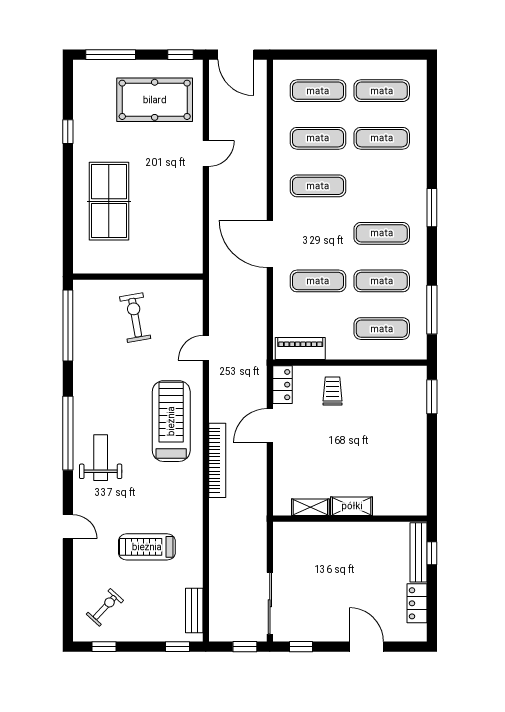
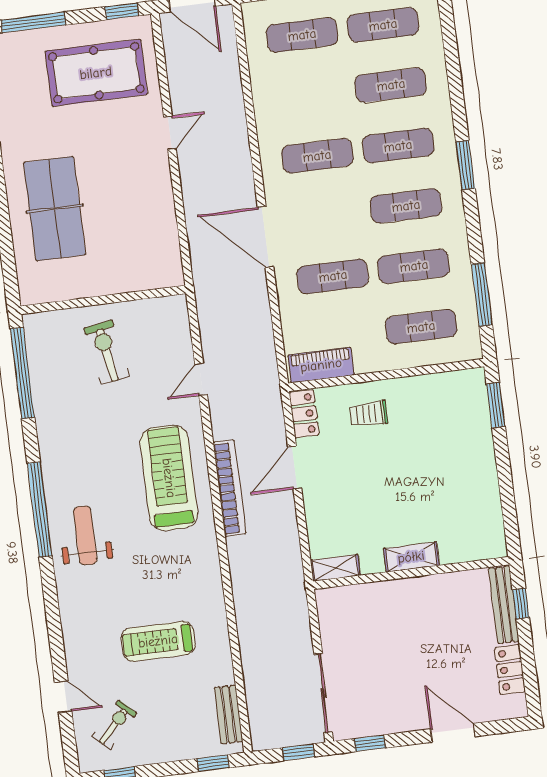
exercise mat: (318, 138) -> (398, 146), moved
trolley: (332, 391) -> (369, 414), turned -90
bookcase: (217, 460) -> (230, 488), moved
shelving: (310, 507) -> (335, 568), moved
door: (68, 527) -> (63, 697), moved

